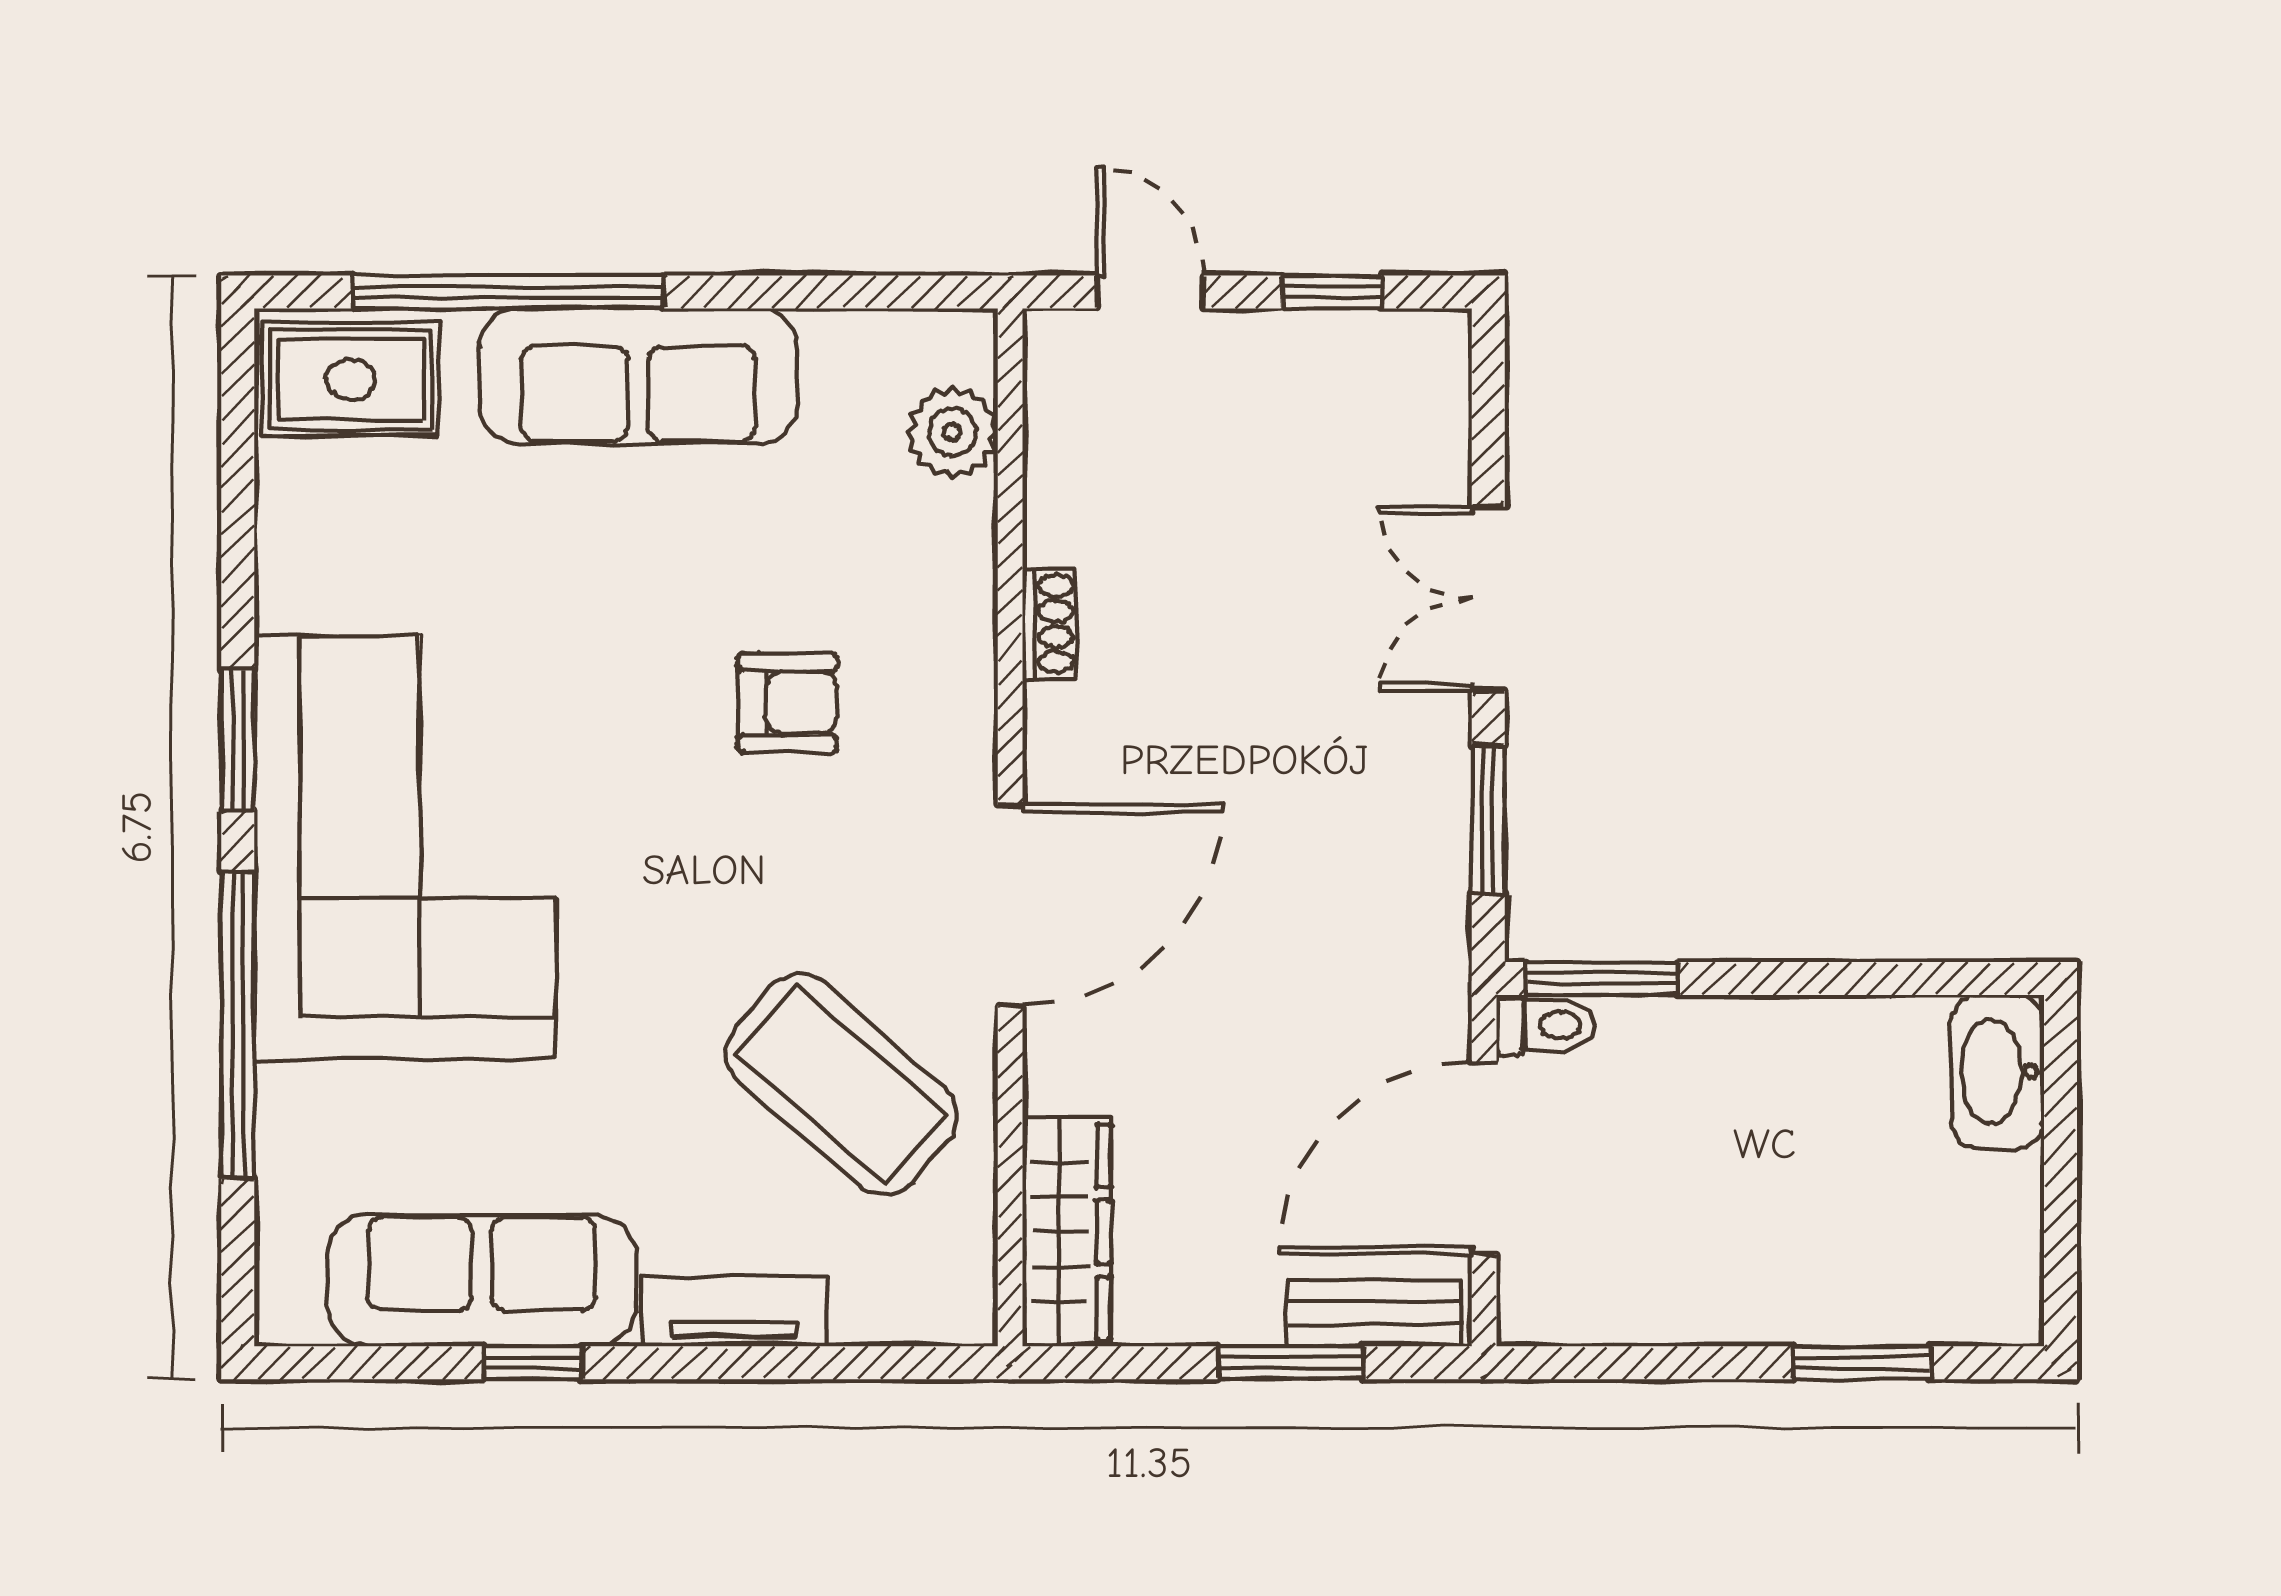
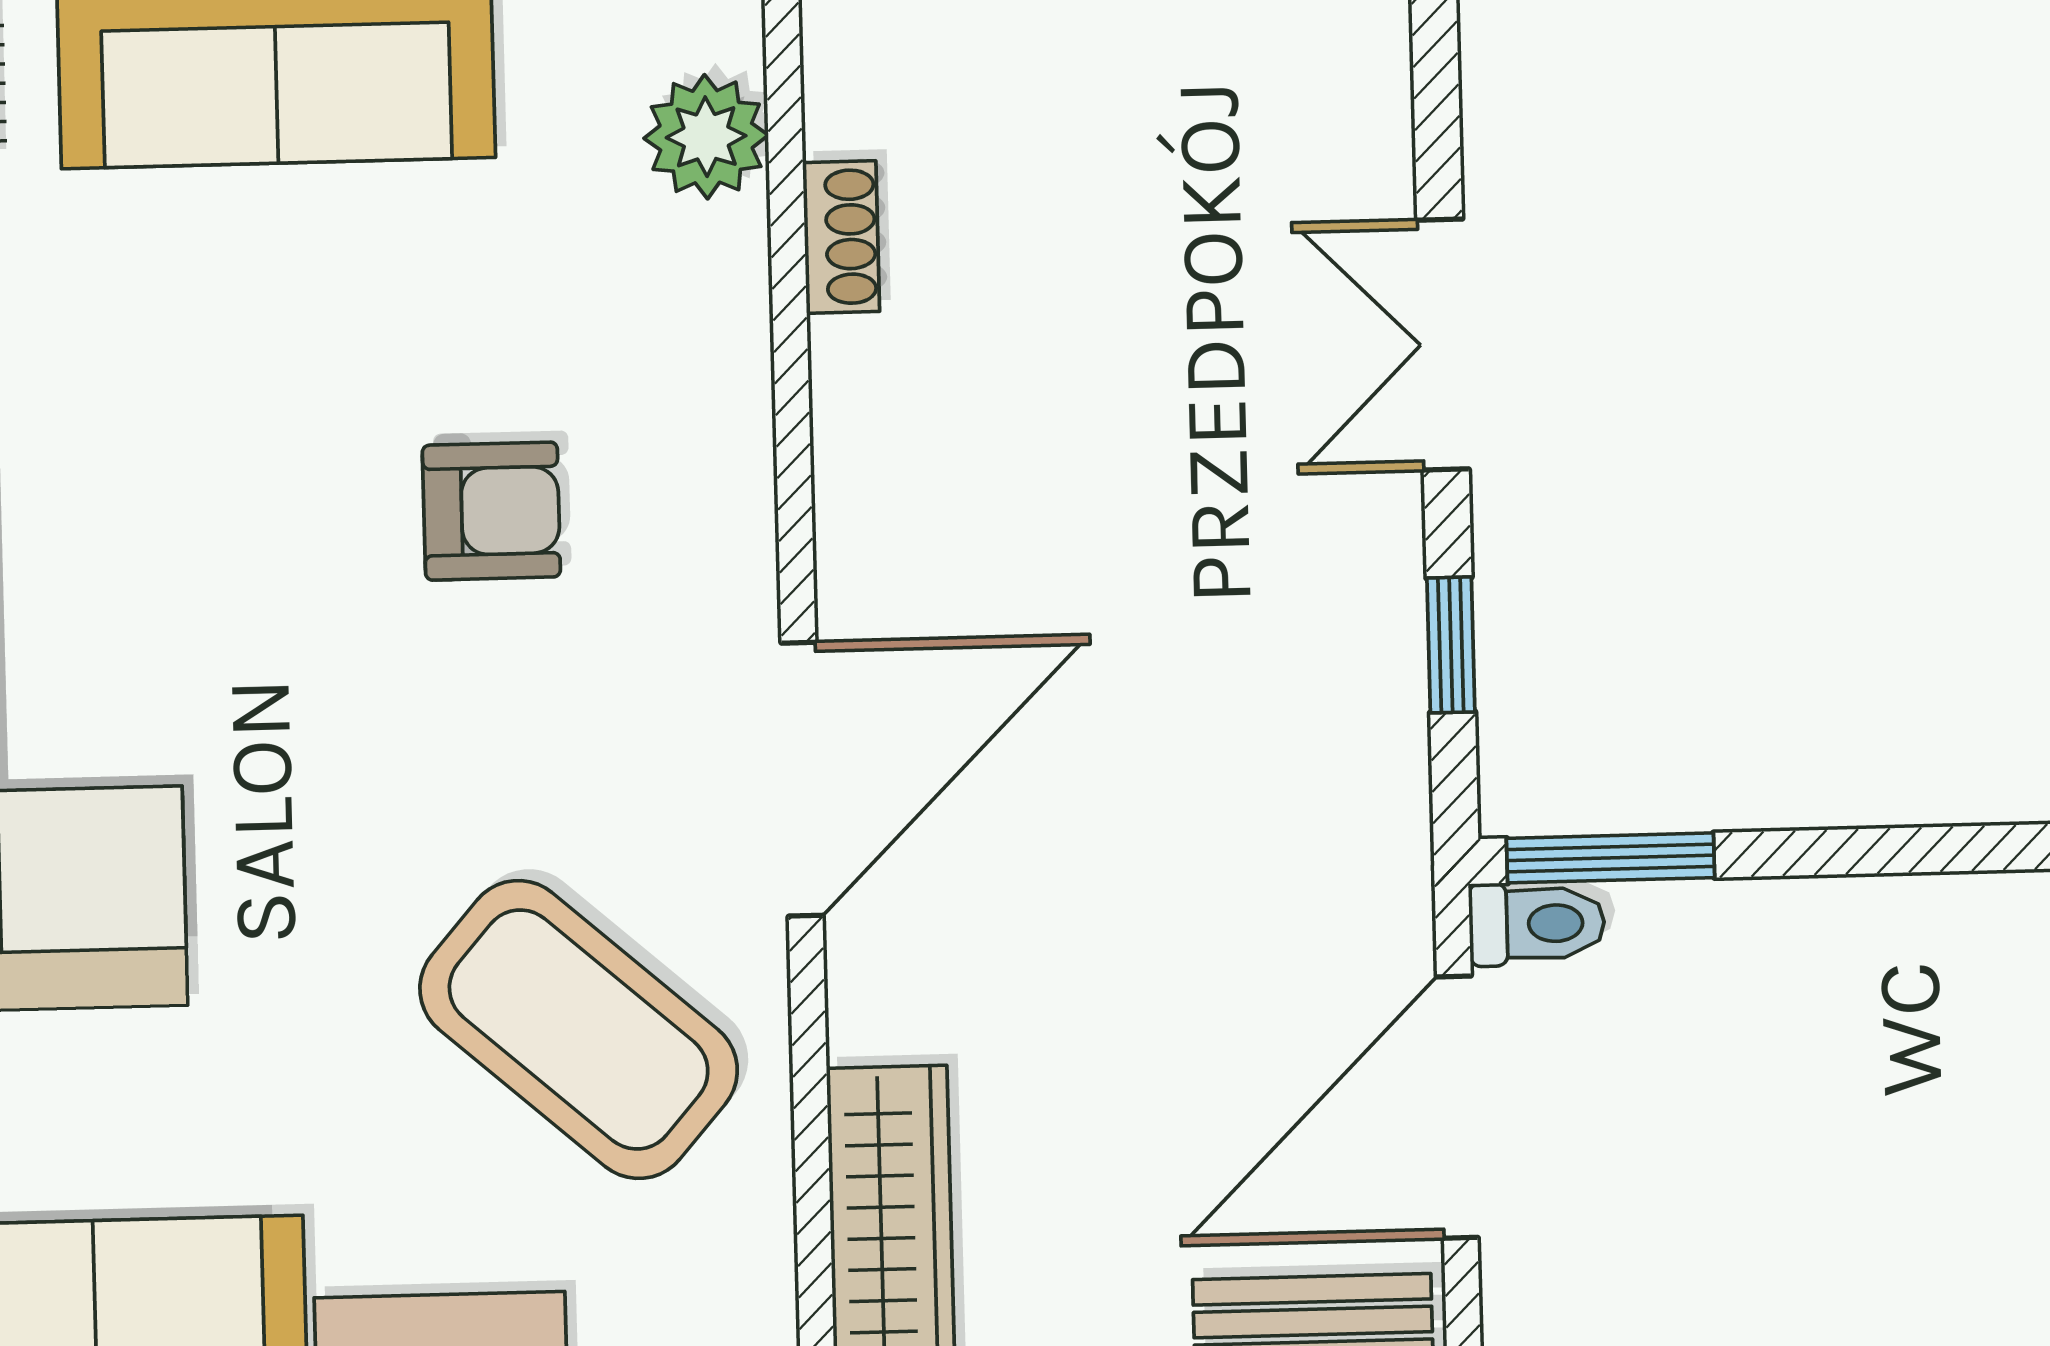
shoe rack: (1049, 624) -> (841, 237), moved
window: (1488, 819) -> (1451, 645), width x0.67

